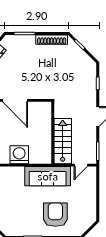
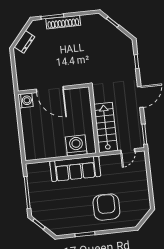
shoe rack: (52, 40) -> (63, 22), moved
washing machine: (19, 155) -> (76, 145), moved
sofa: (48, 176) -> (75, 169), moved

